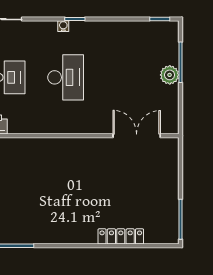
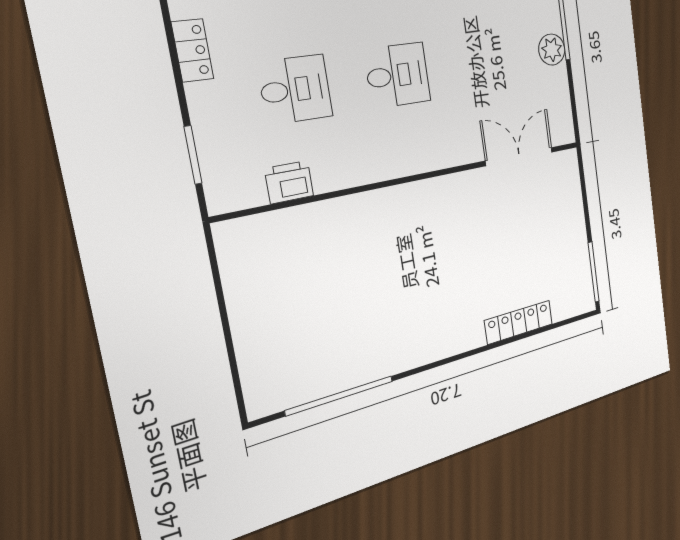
desk: (66, 77) -> (398, 75), width x0.73

